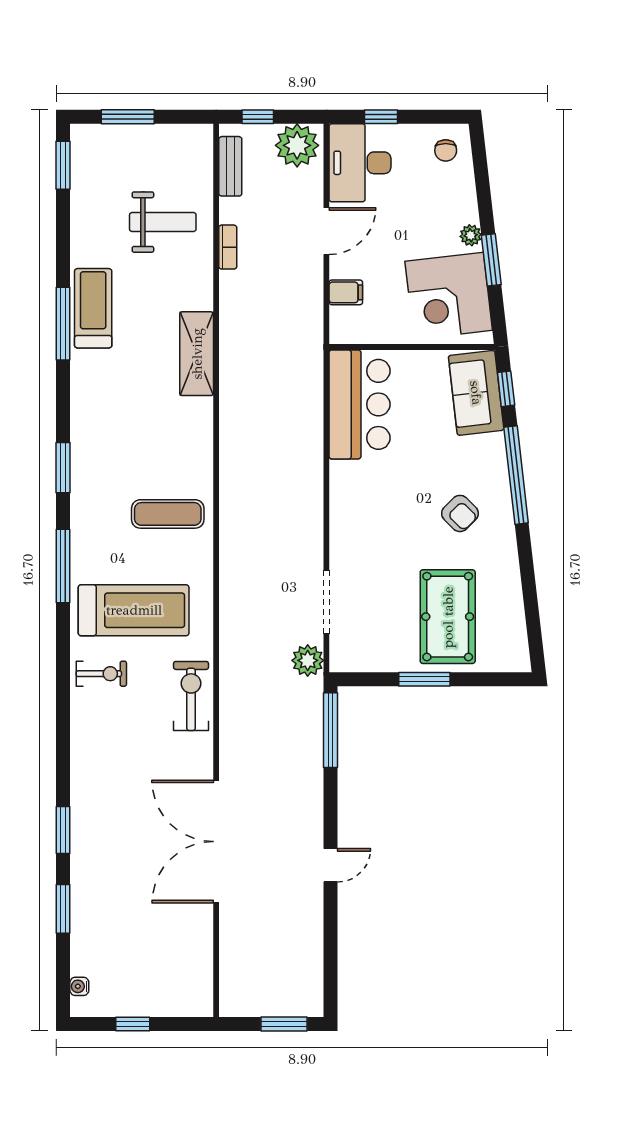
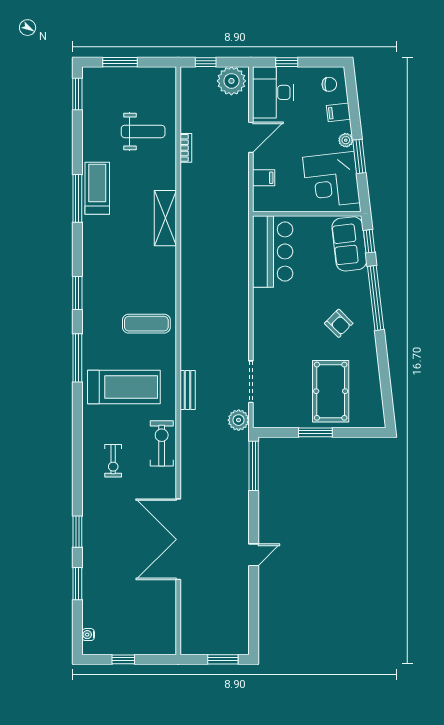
chair: (446, 150) -> (329, 84), turned -90
bench: (230, 166) -> (188, 390), moved
filing cabinet: (460, 193) -> (338, 112), added
exercise bike: (101, 674) -> (113, 461), moved, turned 90

